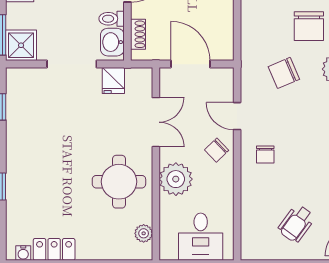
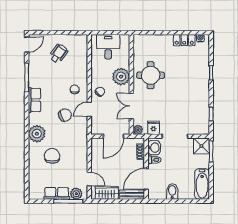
door: (190, 64) -> (113, 136), hinge flipped
chair: (284, 73) -> (65, 115), moved
door: (237, 116) -> (89, 109), swing flipped
plant: (144, 233) -> (138, 130), moved

